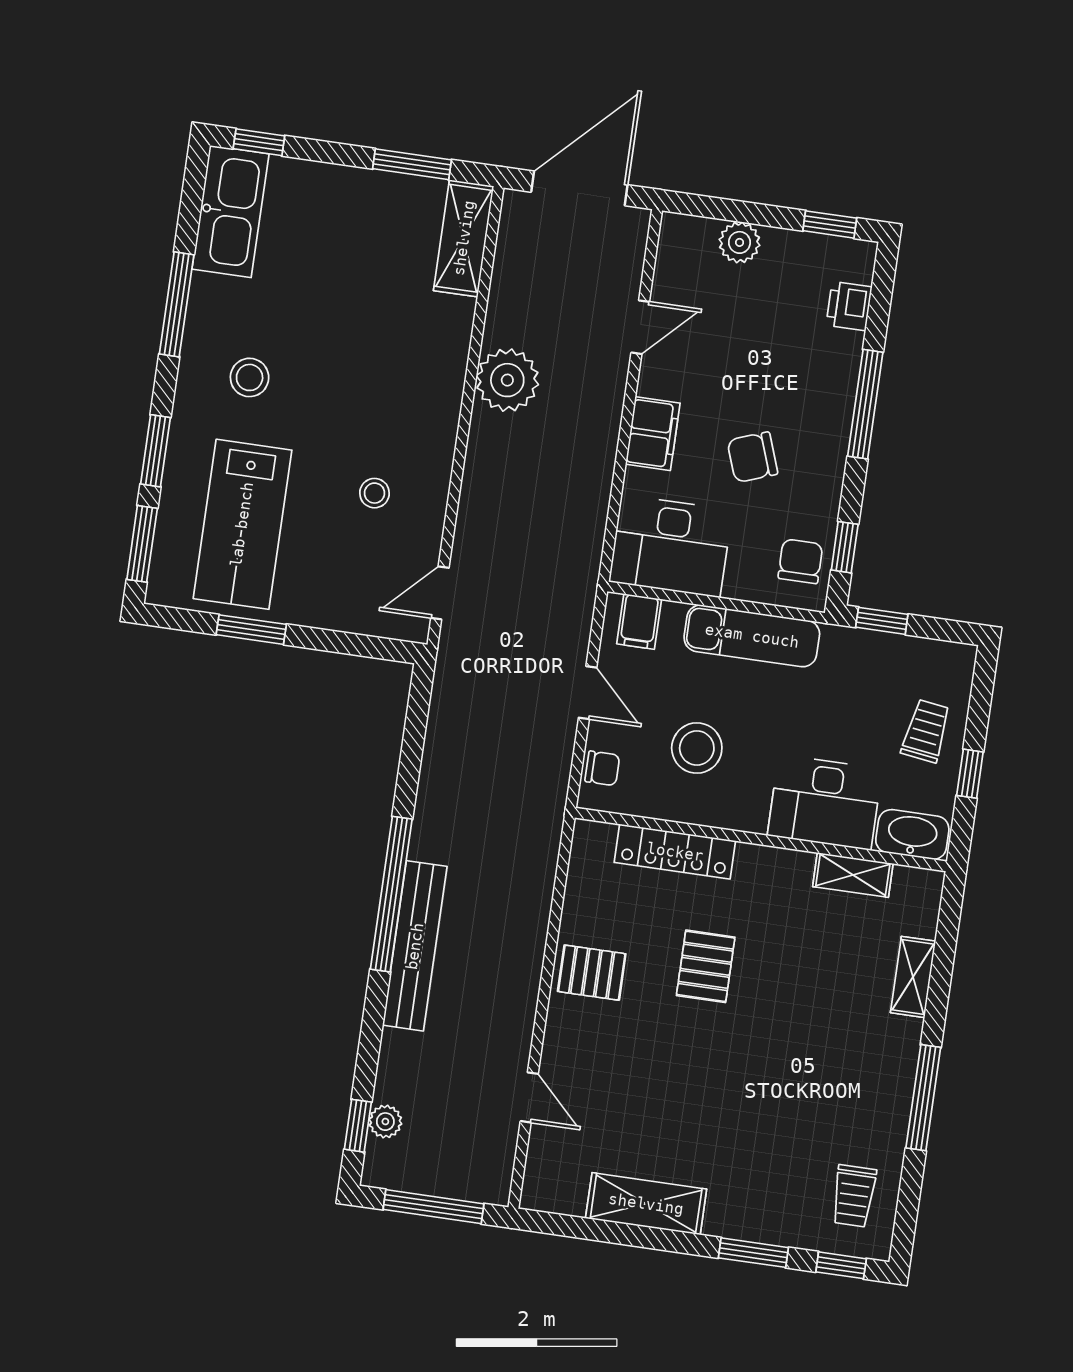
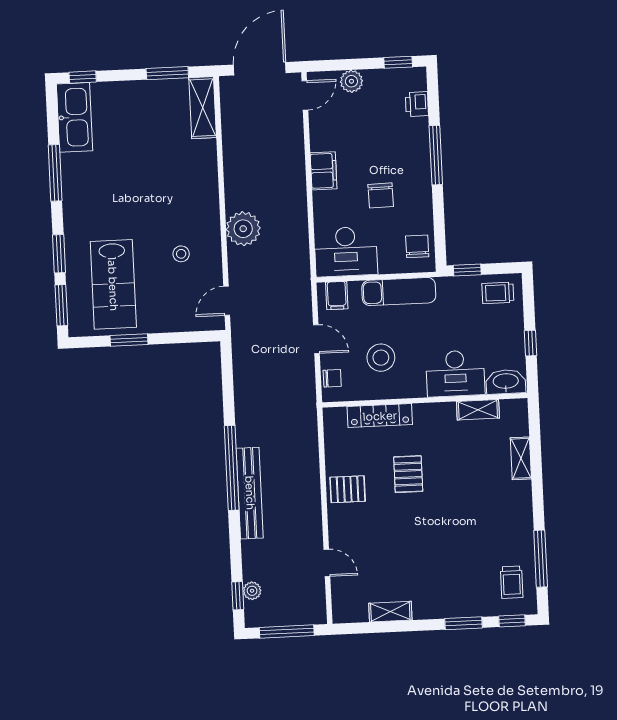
door: (640, 327) -> (305, 95), moved
stool: (250, 377) -> (102, 205), removed
plant: (507, 380) -> (243, 229), moved
filing cabinet: (653, 434) -> (324, 171), moved
chair: (752, 457) -> (381, 195), turned -71
window: (845, 547) -> (440, 234), removed
trolley: (926, 731) -> (498, 293), moved, turned -98
window: (923, 1098) -> (541, 559), moved
shelving: (646, 1204) -> (390, 612), width x0.67, depth x0.75

